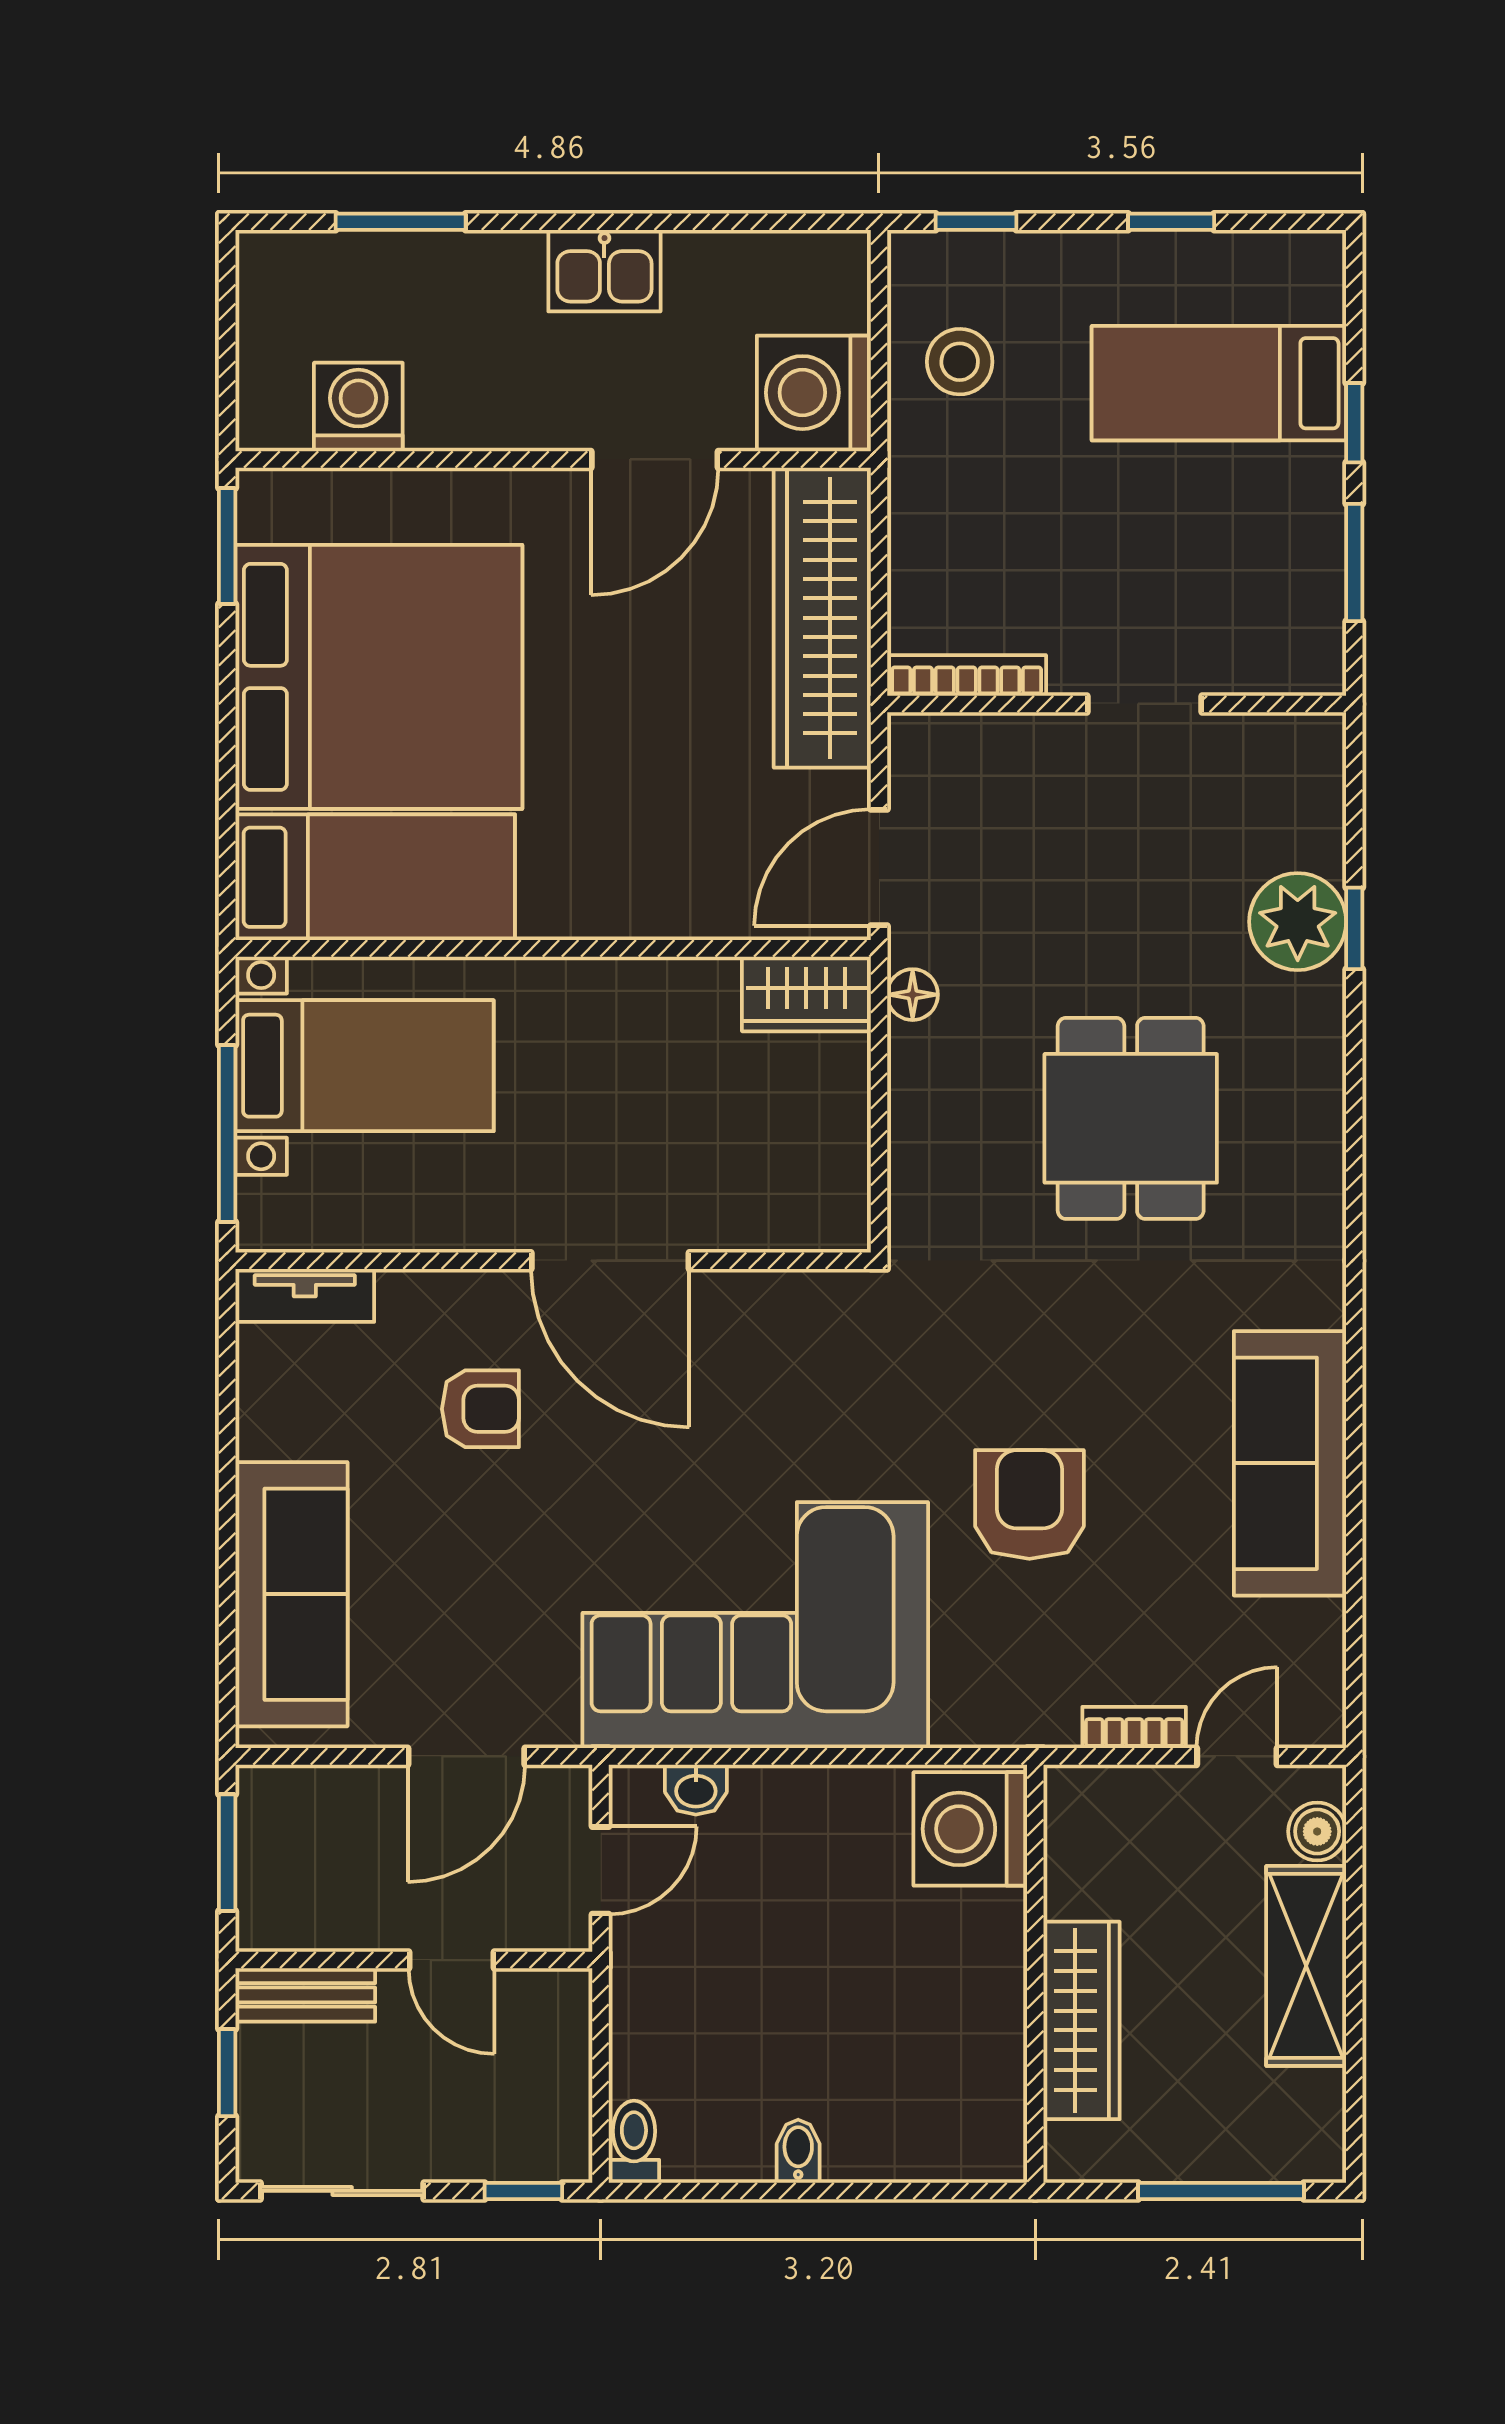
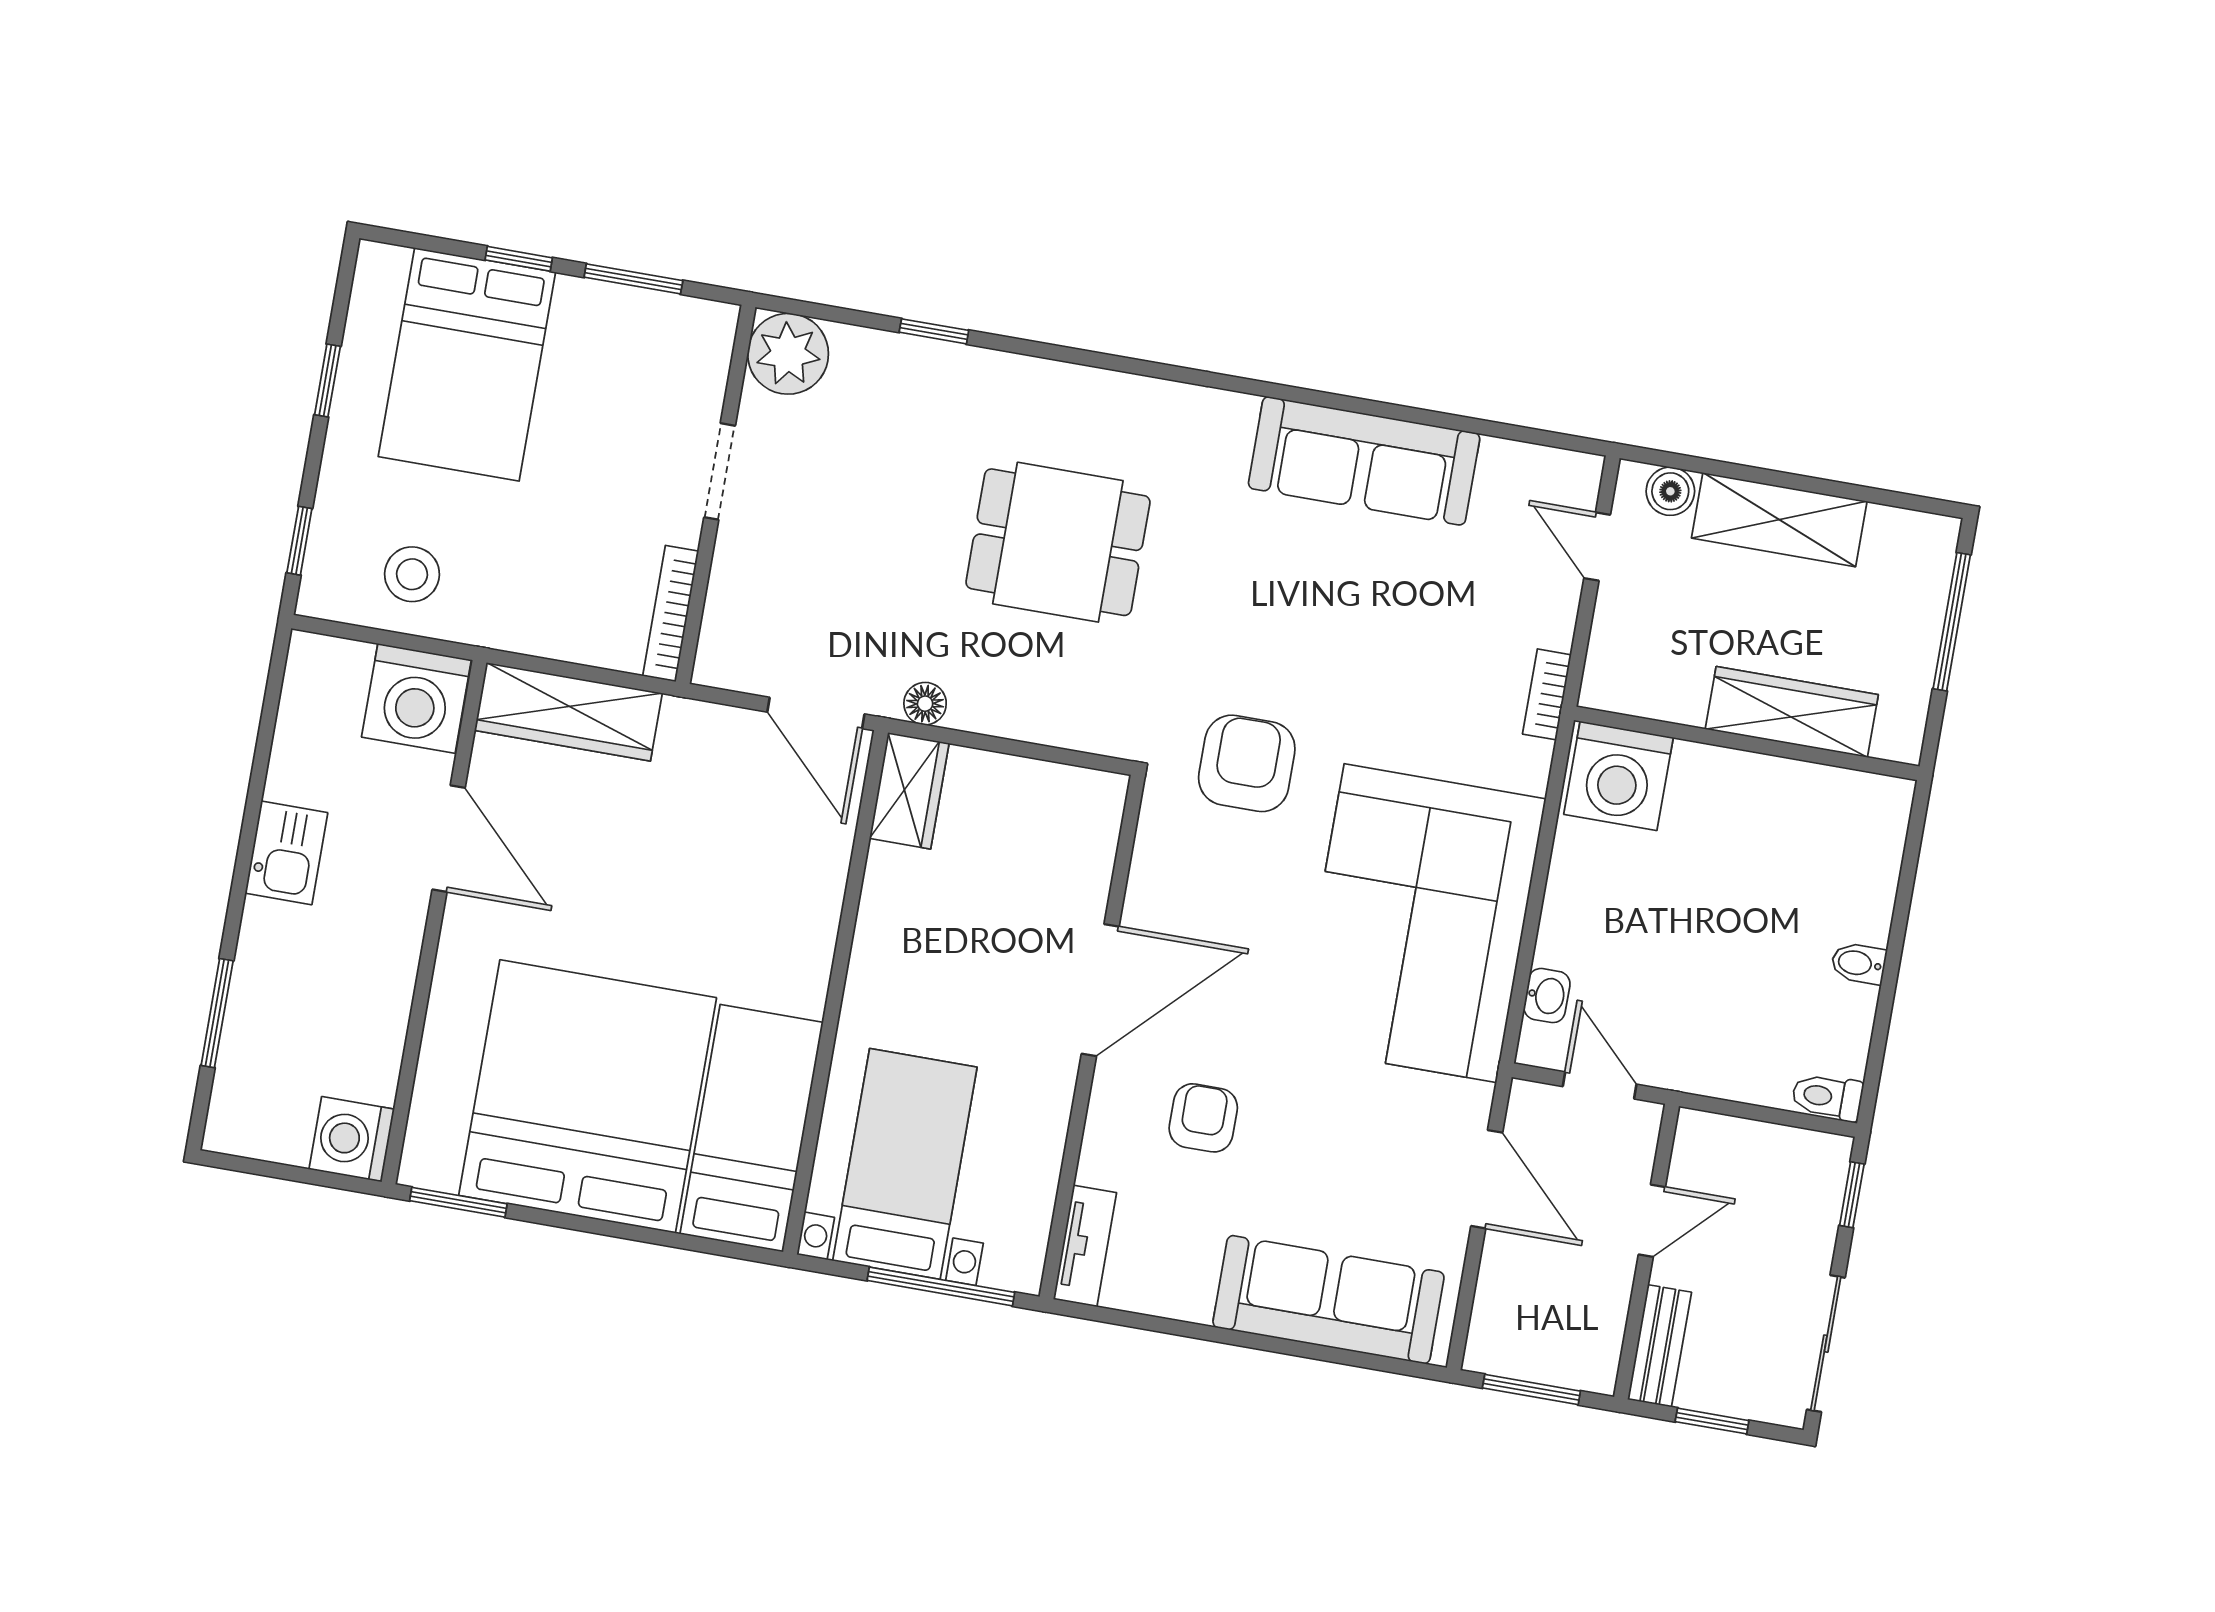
bed: (1219, 383) -> (467, 364), width x1.50
washing machine: (358, 407) -> (352, 1139), moved
wardrobe: (822, 618) -> (568, 712), width x0.71, depth x0.85
plant: (1298, 922) -> (788, 354), moved
armchair: (1029, 1505) -> (1247, 763), moved, turned 90
bookcase: (1134, 1728) -> (1547, 694), moved

